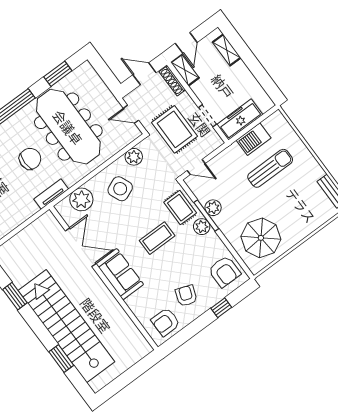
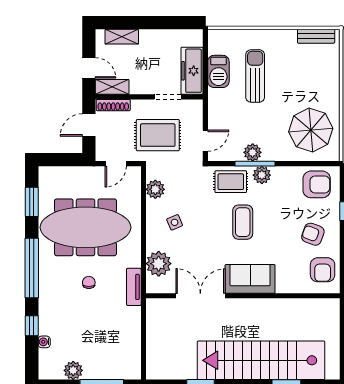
chair: (30, 159) -> (89, 282), width x0.54, depth x0.54
side table: (120, 189) -> (175, 222), width x0.54, depth x0.54

